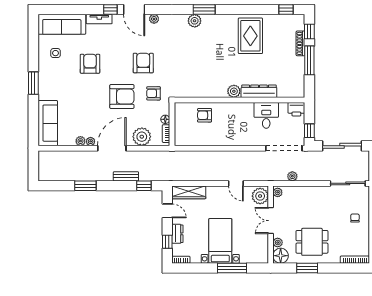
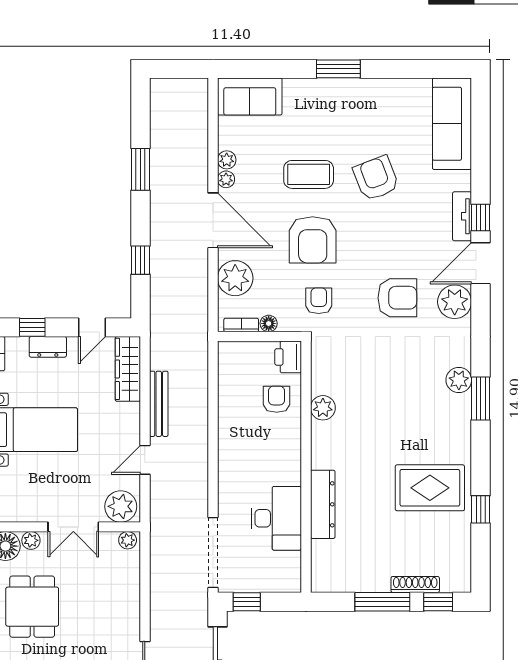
window: (286, 10) -> (481, 509), moved
tv unit: (99, 19) -> (462, 216), moved
plant: (154, 19) -> (455, 302), width x1.88, depth x1.88
side table: (55, 53) -> (397, 112), removed
armchair: (143, 63) -> (397, 298), moved
armchair: (90, 64) -> (376, 178), turned -111
plant: (234, 91) -> (323, 408), moved
coffee table: (88, 99) -> (309, 174), added
printer: (296, 109) -> (288, 357), moved
desk: (266, 115) -> (276, 518), width x1.37
sofa: (48, 123) -> (250, 97), width x0.73
bench: (126, 176) -> (159, 404), moved, width x1.36
plant: (292, 176) -> (159, 569), removed
window: (144, 186) -> (140, 260), moved
double door: (271, 221) -> (73, 527), swing flipped

